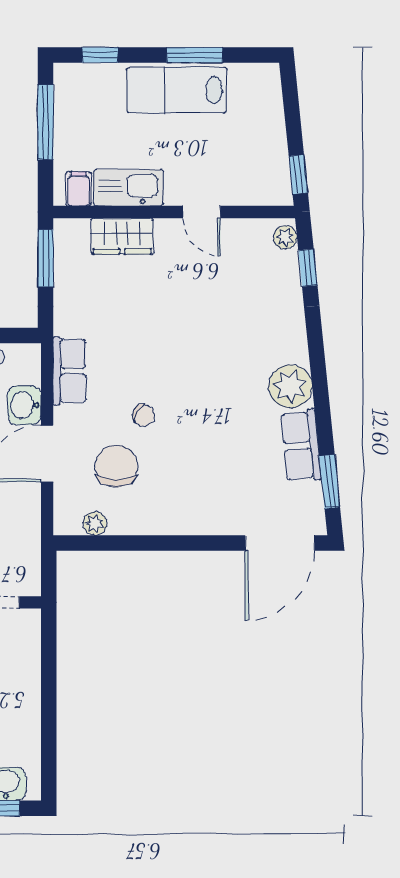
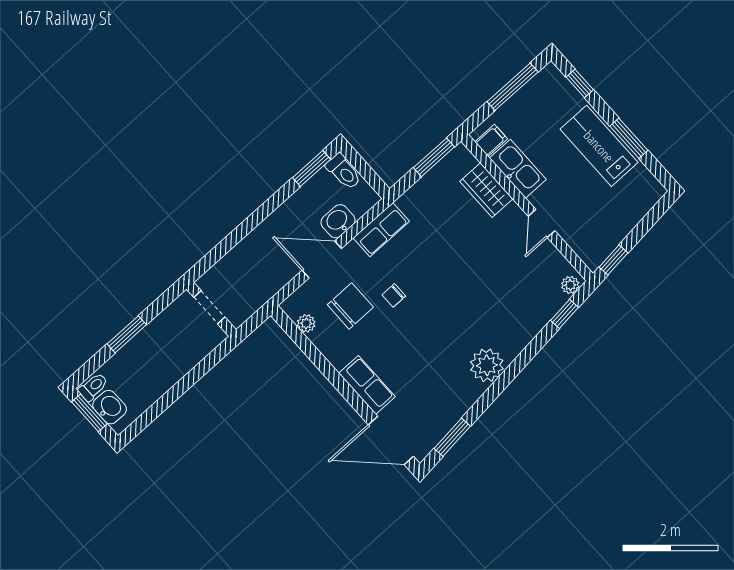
chair: (144, 415) -> (394, 295), turned 63
row of seats: (301, 446) -> (367, 385), moved, turned 96

